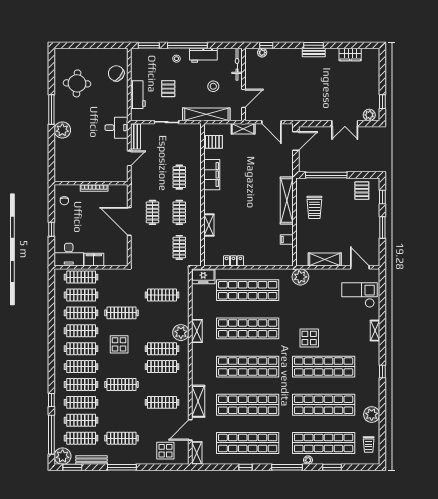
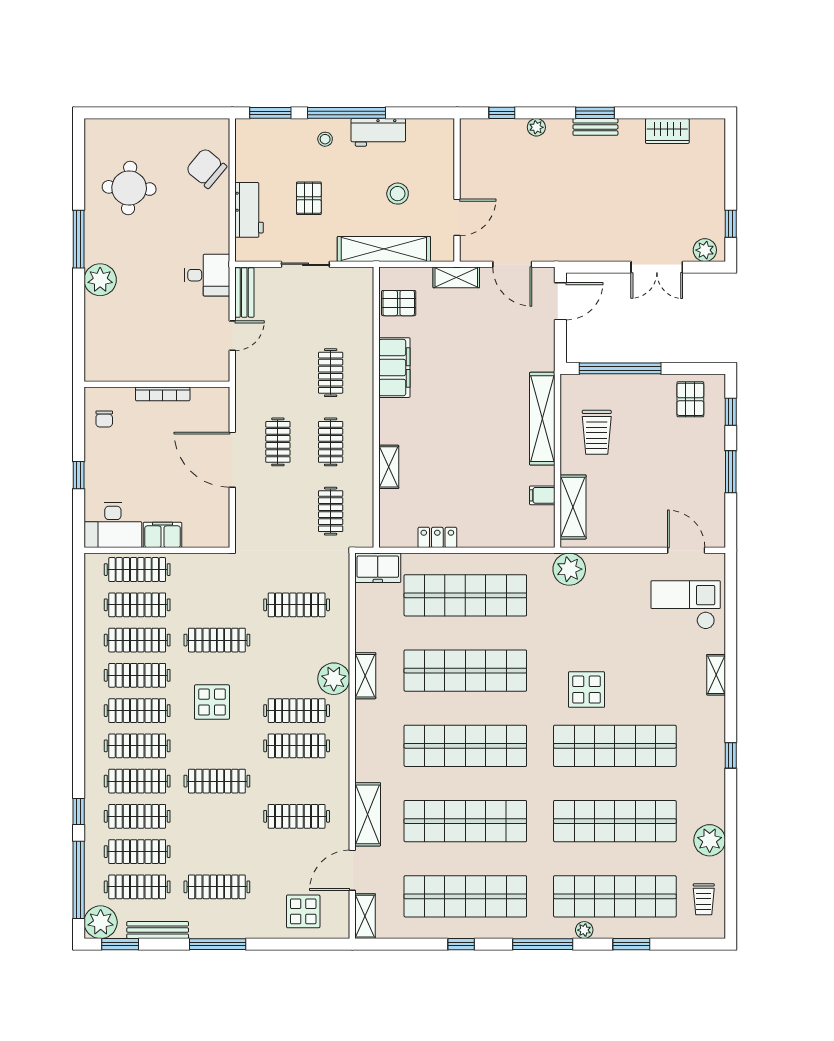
plant: (262, 53) -> (536, 127), moved
bicycle: (237, 64) -> (444, 150), removed
shelving: (325, 259) -> (573, 507), moved, turned 90

